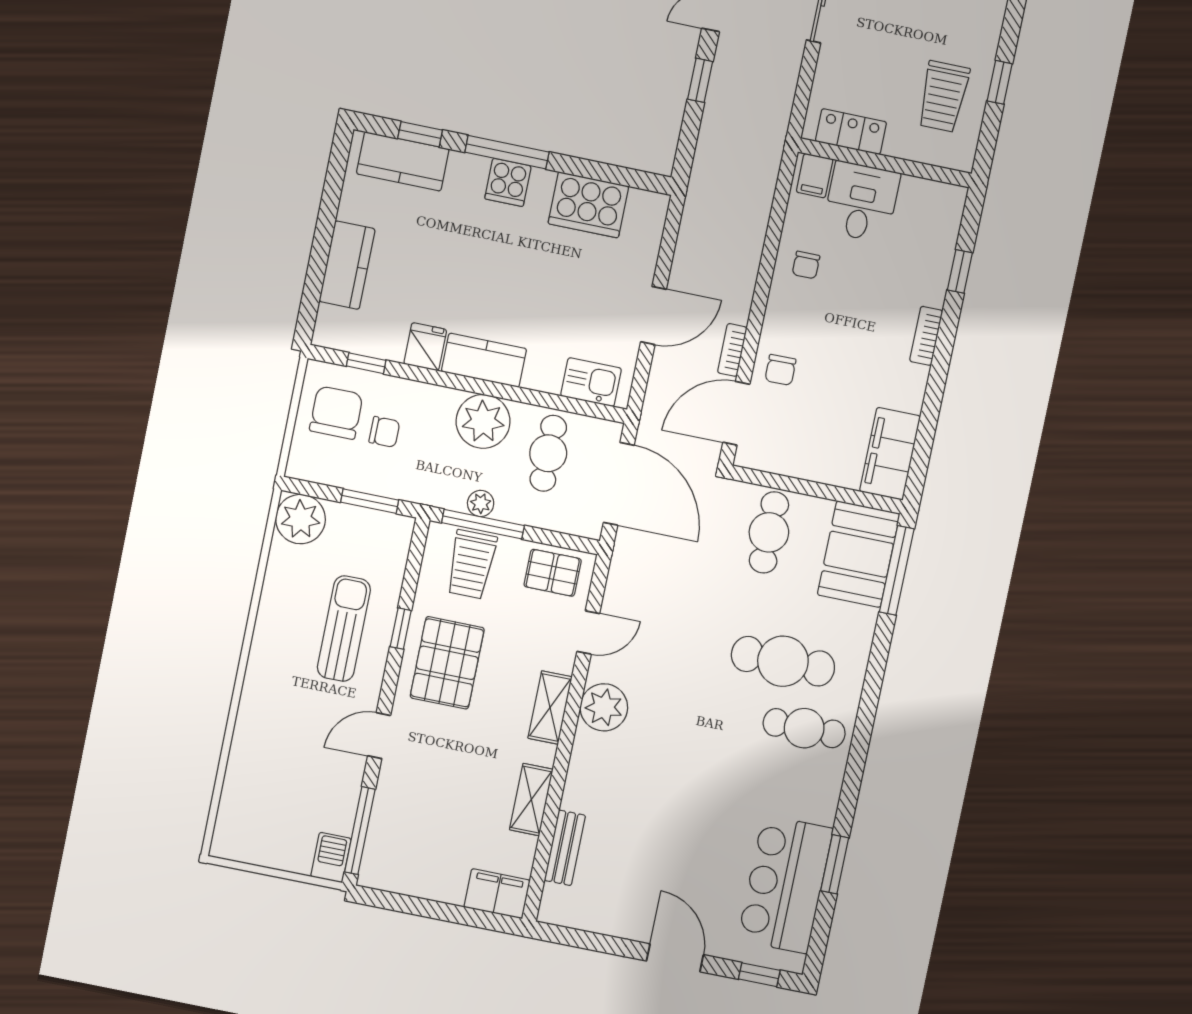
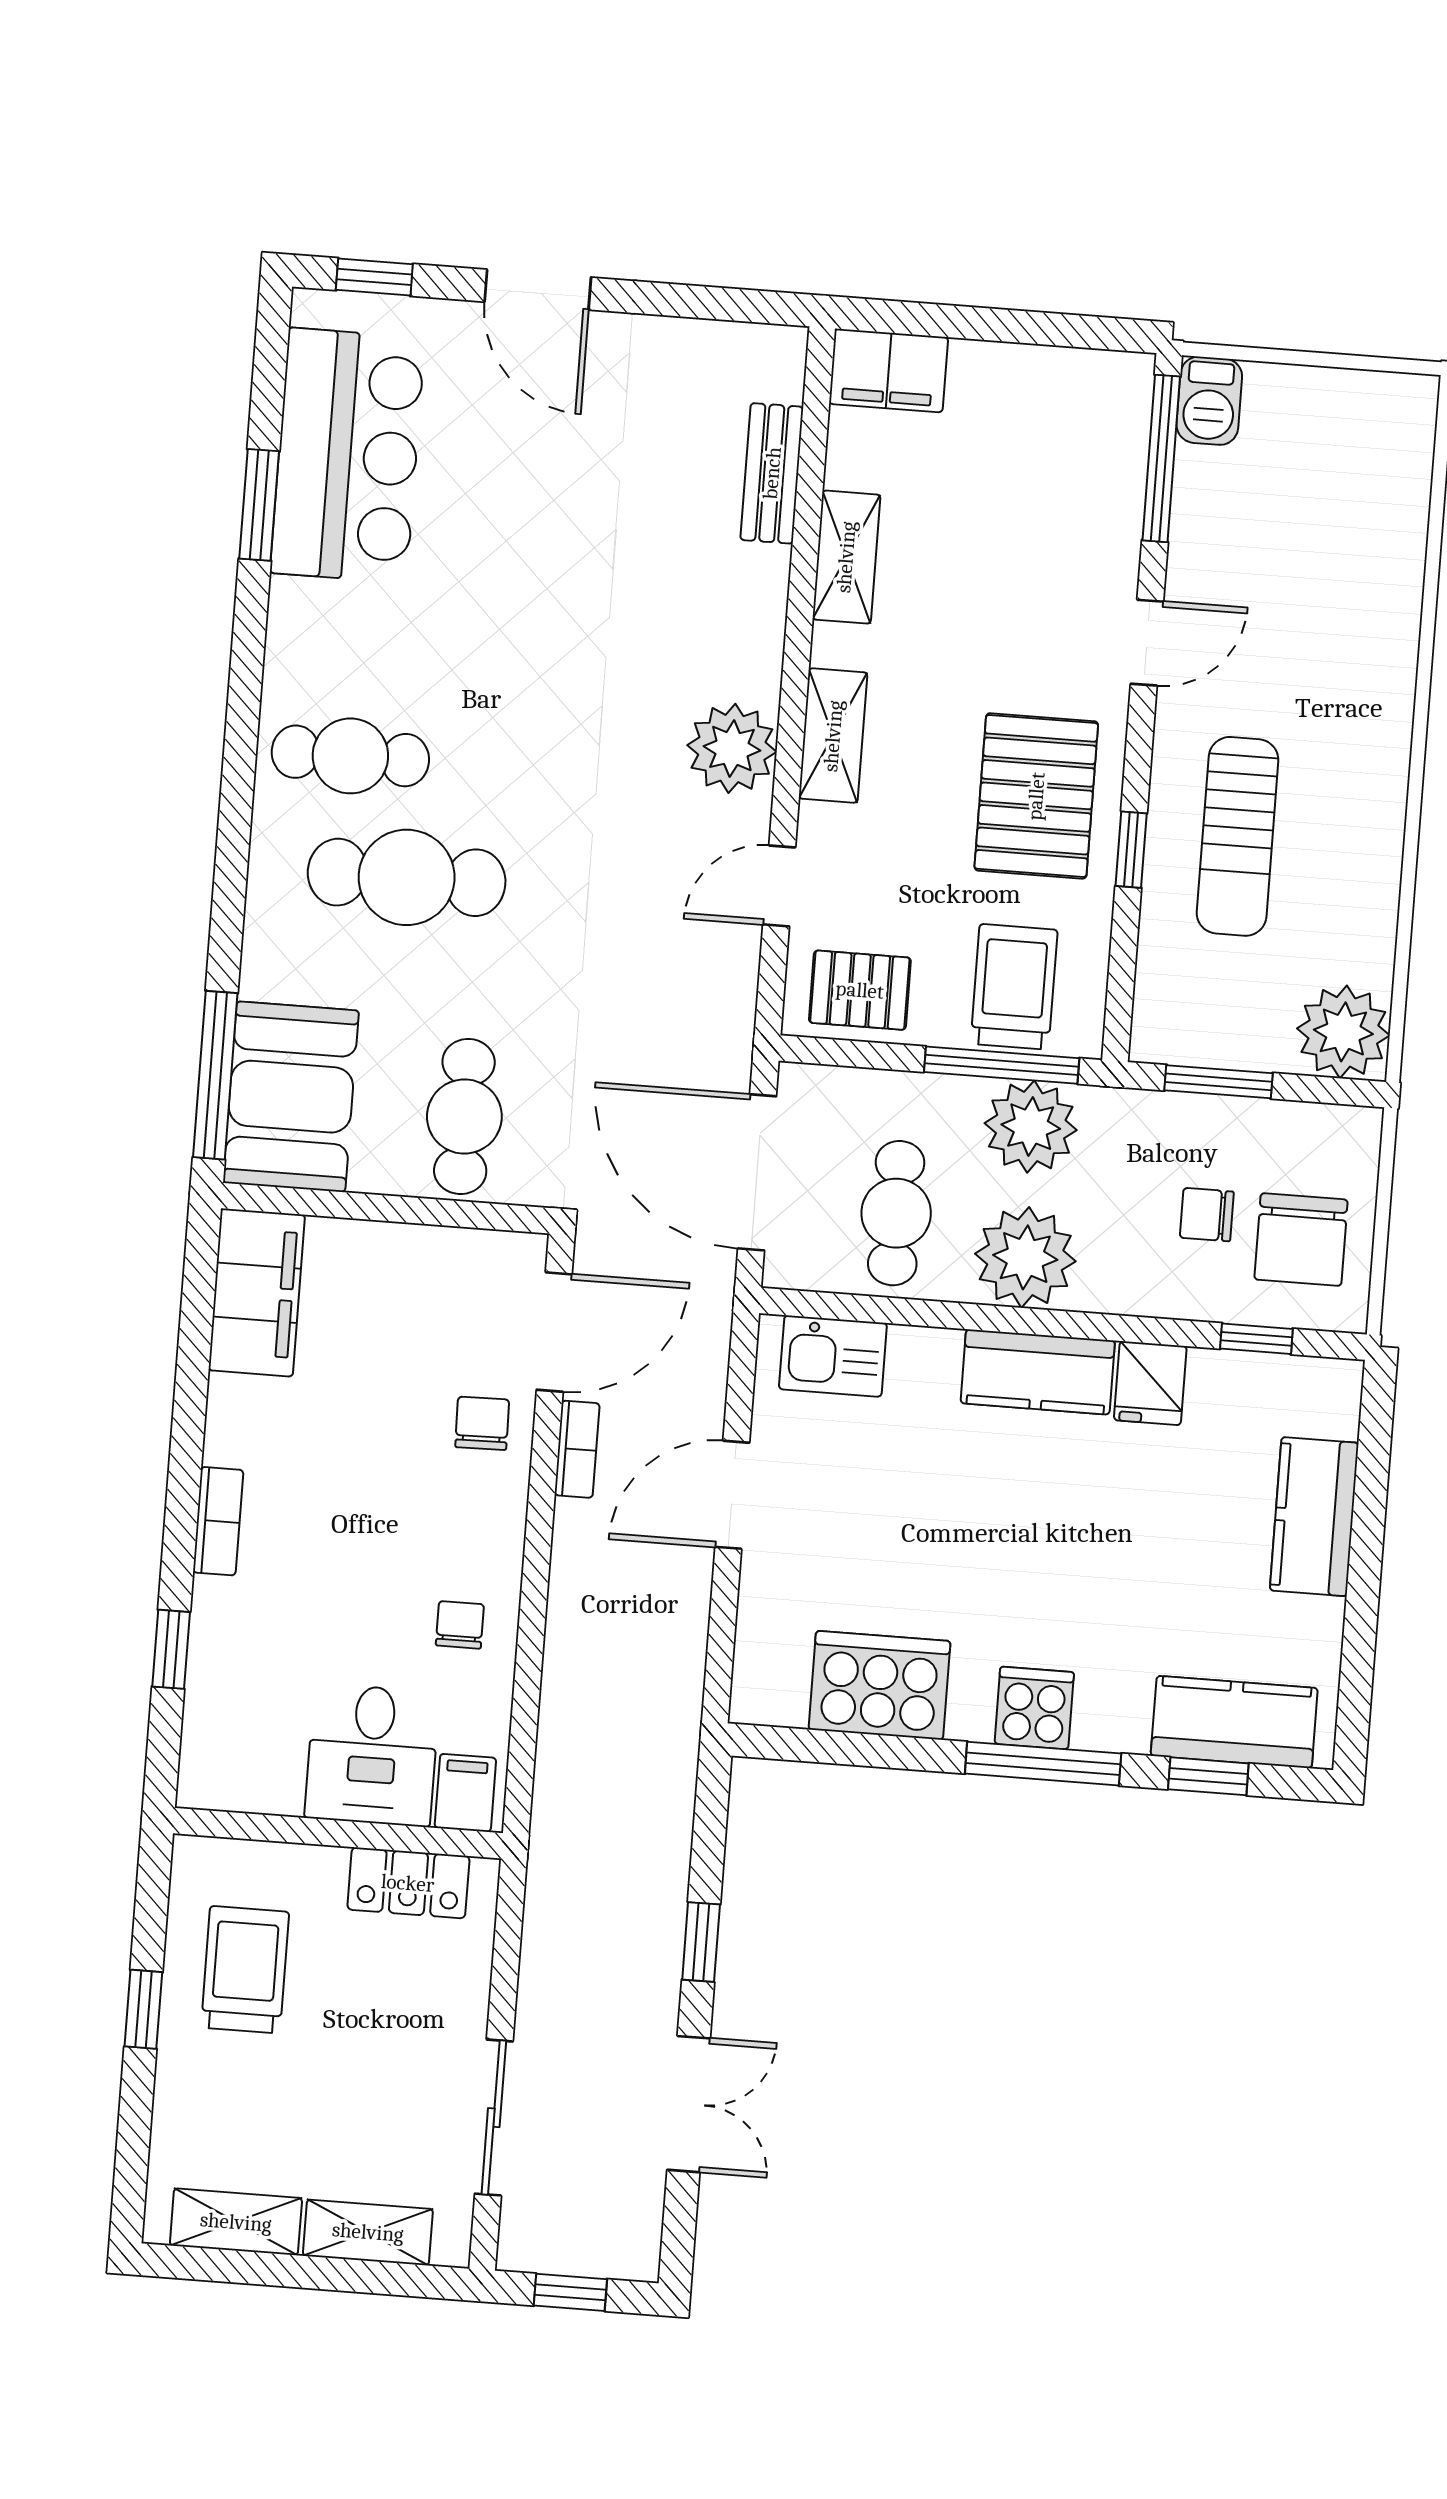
plant: (481, 503) -> (1031, 1127), width x1.88, depth x1.88

